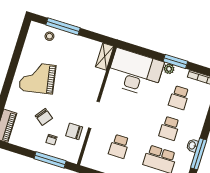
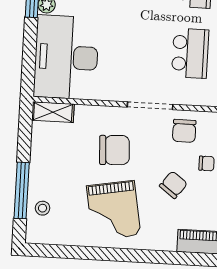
chair: (73, 87) -> (114, 150), added
school desk: (119, 146) -> (190, 53), width x1.85

